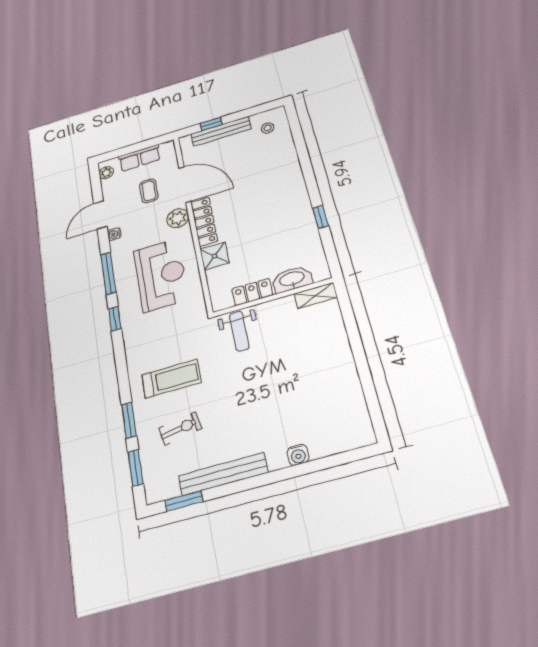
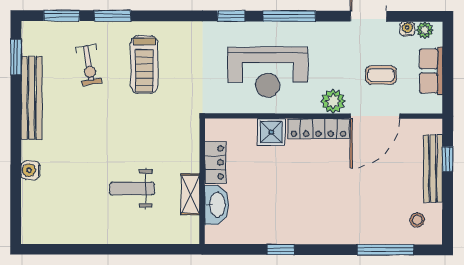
window: (299, 141) -> (385, 250), added
water cooler: (114, 234) -> (407, 29), moved
shelving: (316, 295) -> (190, 194), moved
weight bench: (239, 331) -> (132, 188), moved

